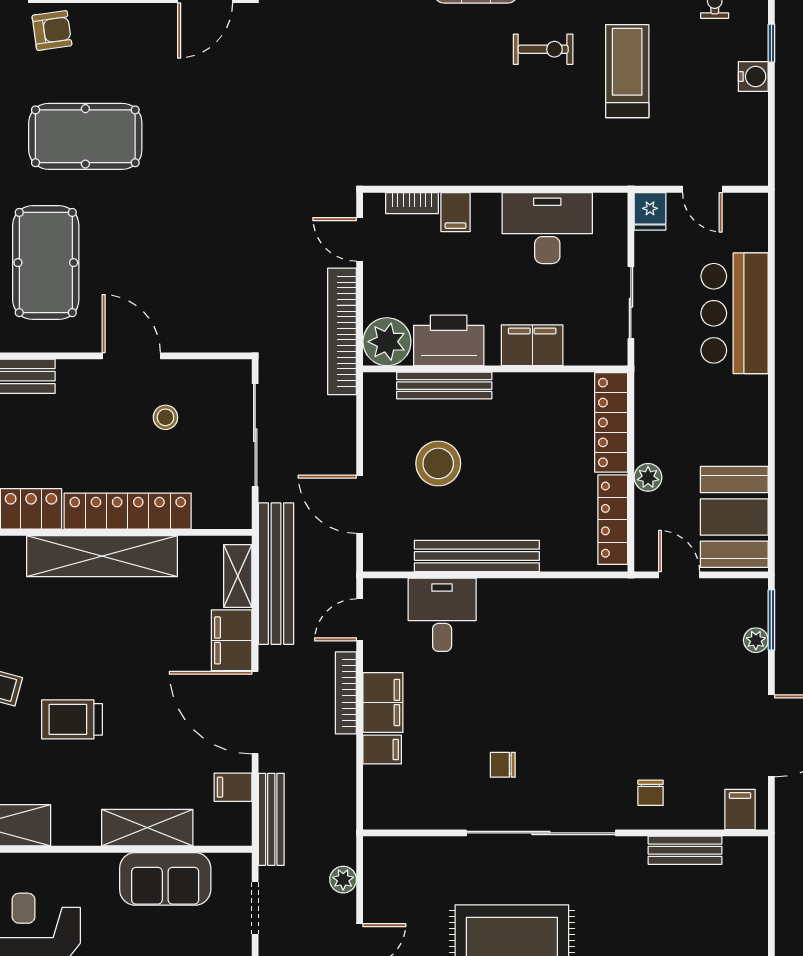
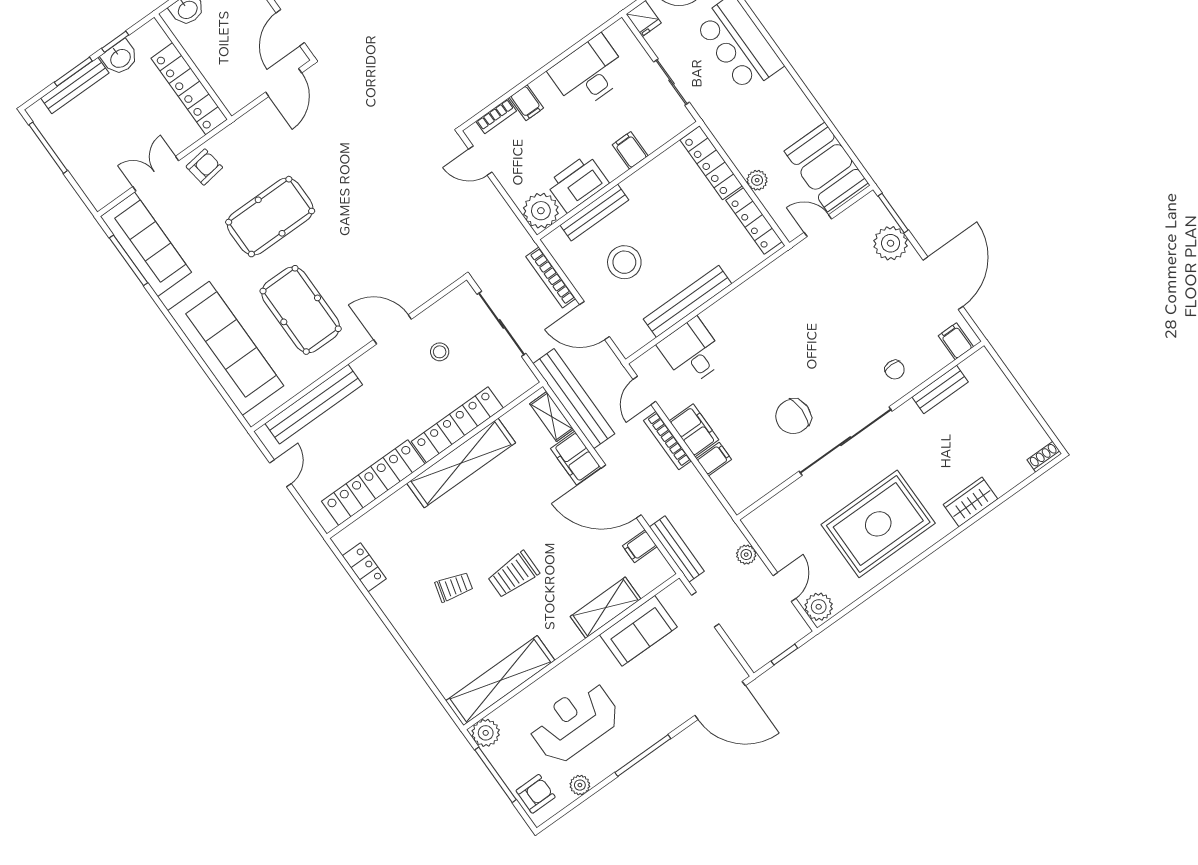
bookcase: (342, 331) -> (551, 277), moved, width x0.68, depth x0.76
filing cabinet: (532, 345) -> (630, 150), width x0.50
plant: (756, 640) -> (891, 243), width x1.88, depth x1.88
chair: (503, 765) -> (793, 416), width x1.87, depth x1.87

